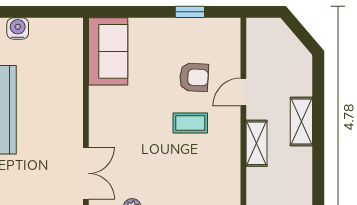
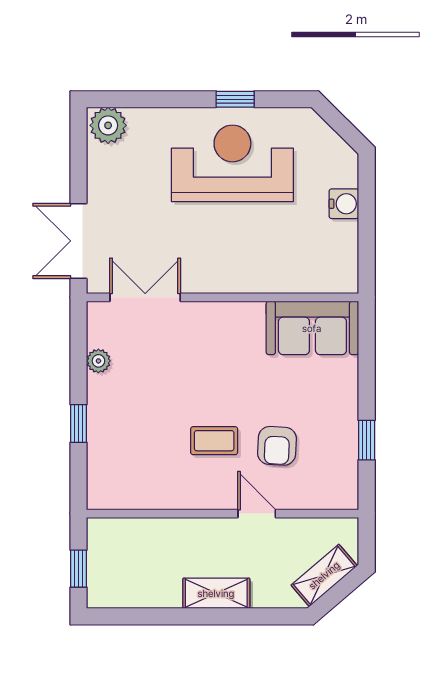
coffee table: (190, 123) -> (214, 441), turned 90
shelving: (257, 143) -> (324, 575), moved, turned -41
double door: (86, 173) -> (145, 297), swing flipped

